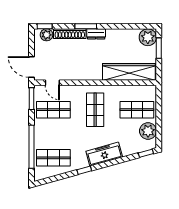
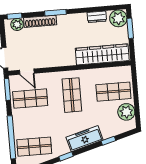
dresser: (96, 34) -> (97, 17), moved
window: (146, 153) -> (108, 141), moved

